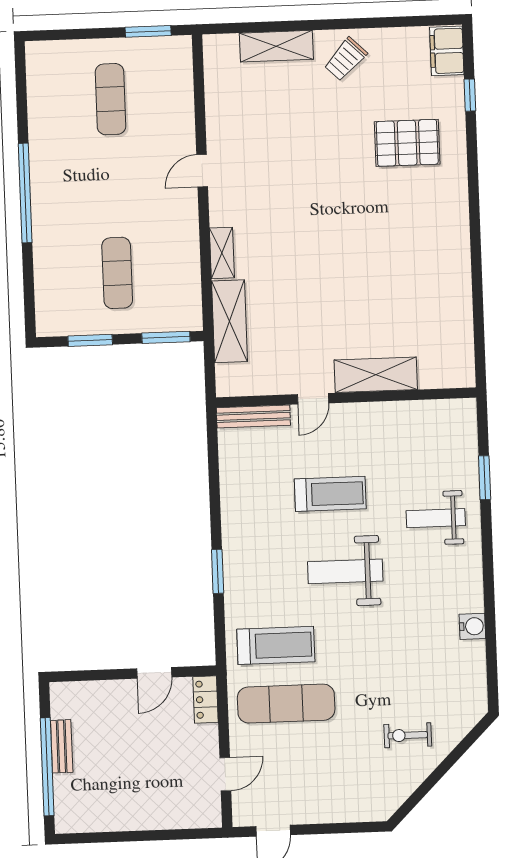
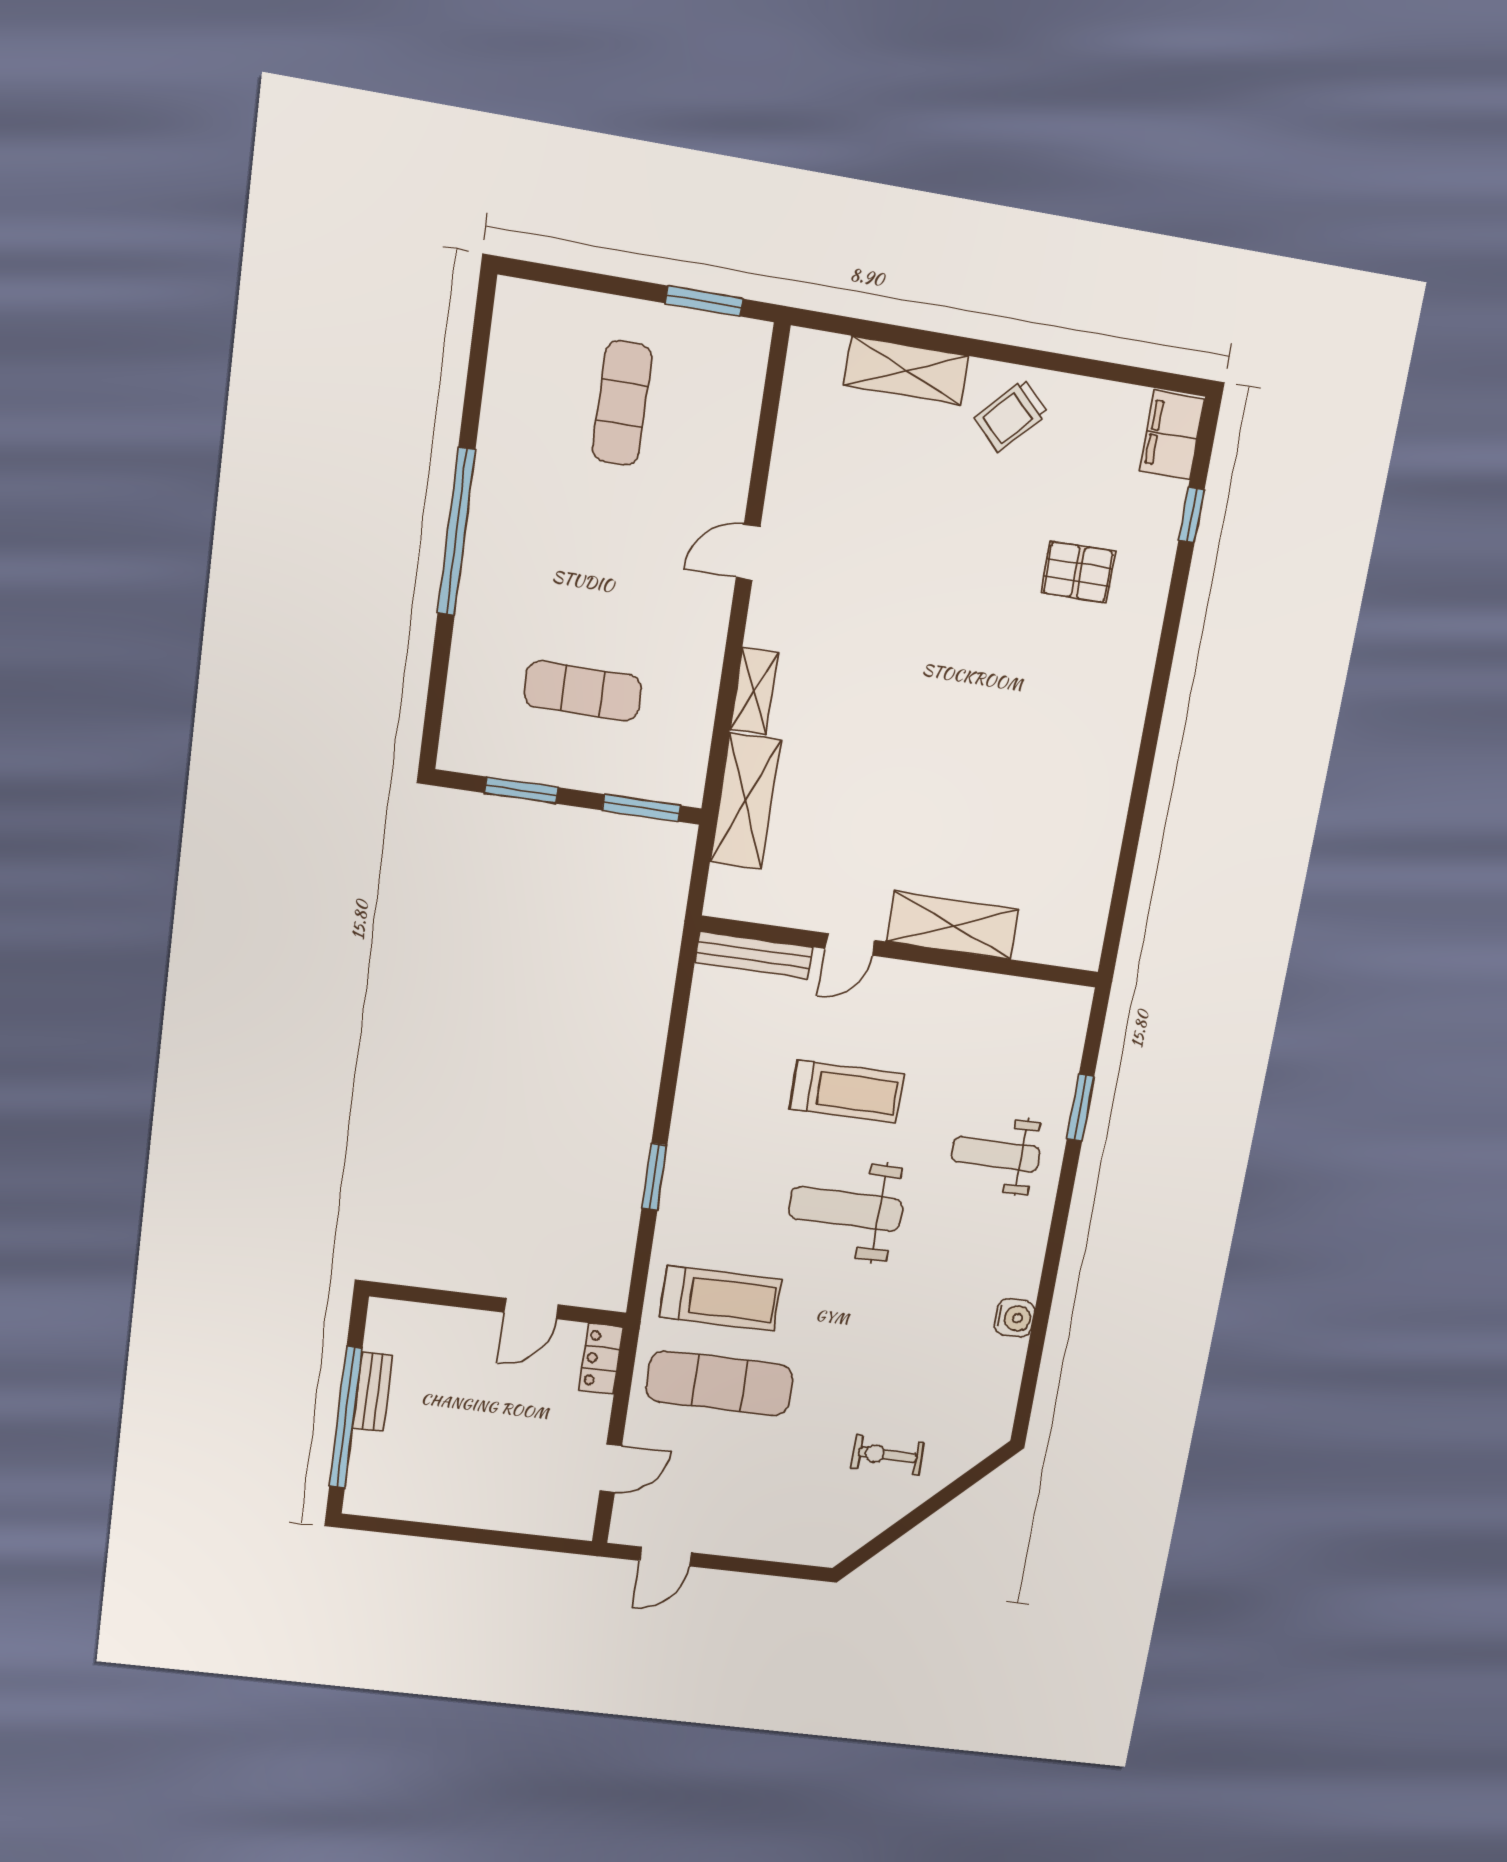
pallet: (407, 143) -> (1078, 572), width x0.67, depth x0.71
exercise mat: (117, 273) -> (583, 691), turned 90

